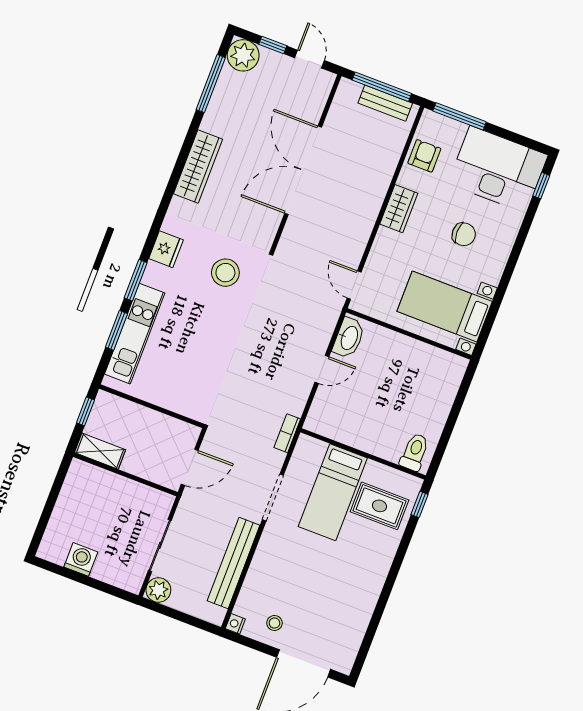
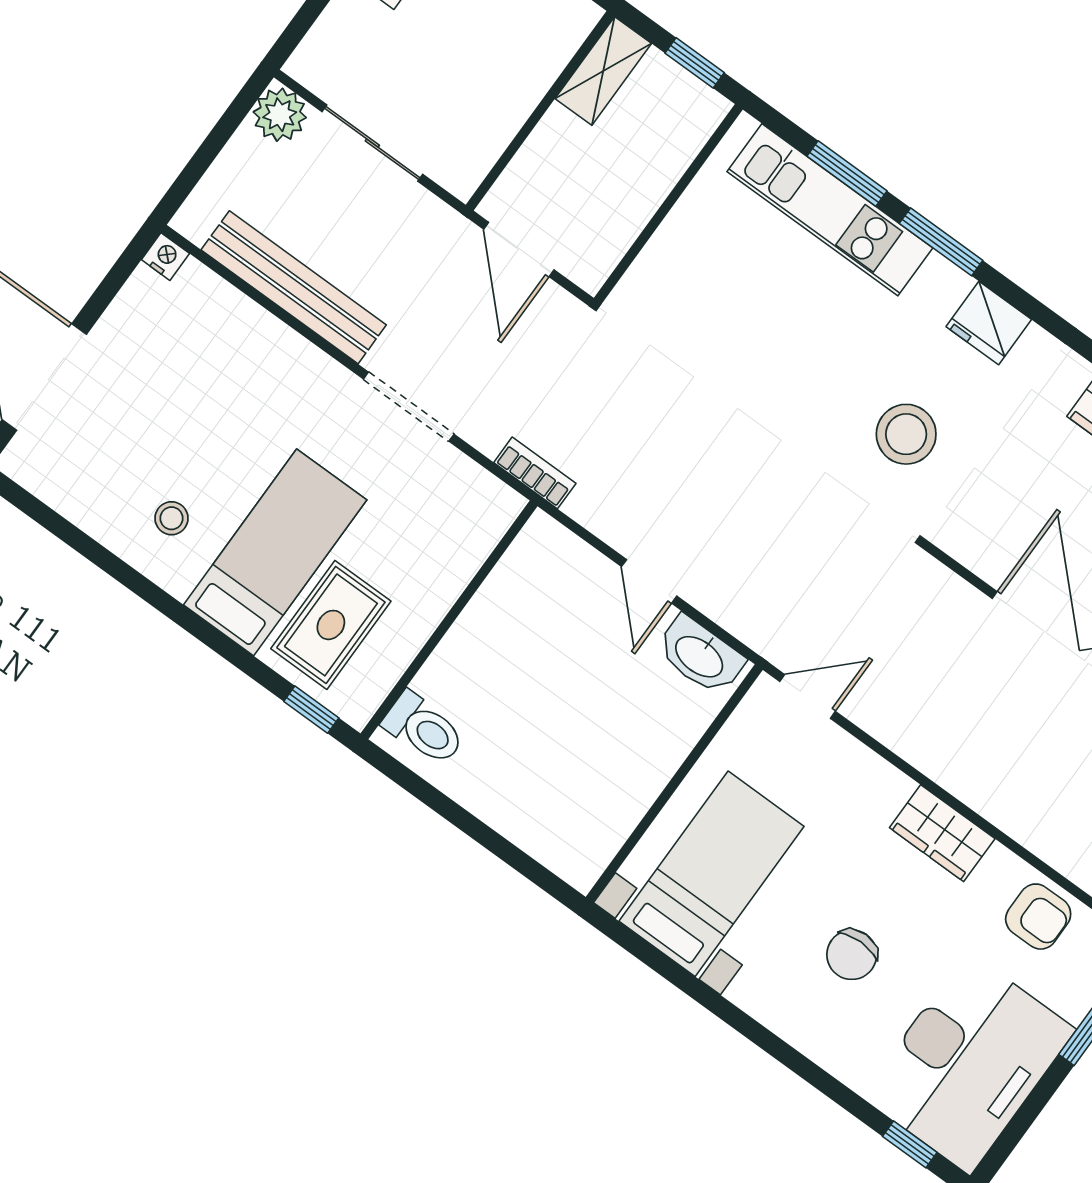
bed: (333, 492) -> (275, 552), moved, turned 90
stool: (274, 623) -> (172, 518), moved

